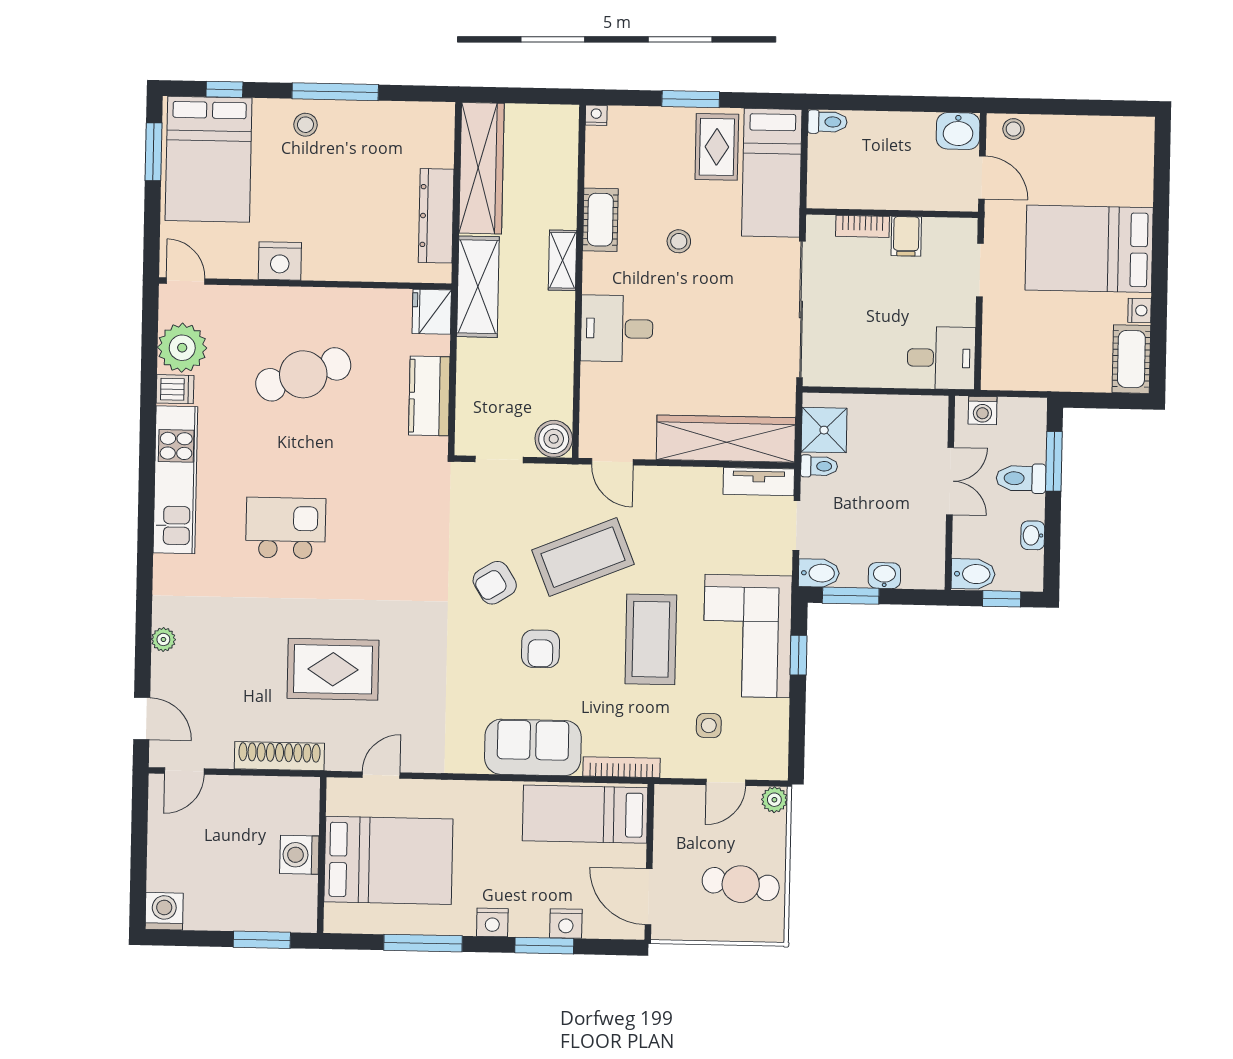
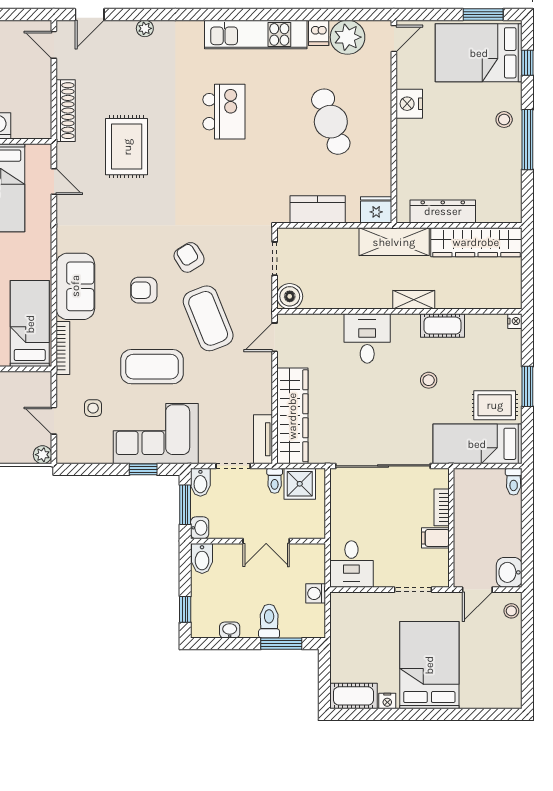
double door: (950, 481) -> (266, 541), moved
wall: (950, 493) -> (258, 541), moved
bidet: (973, 574) -> (202, 558), moved

